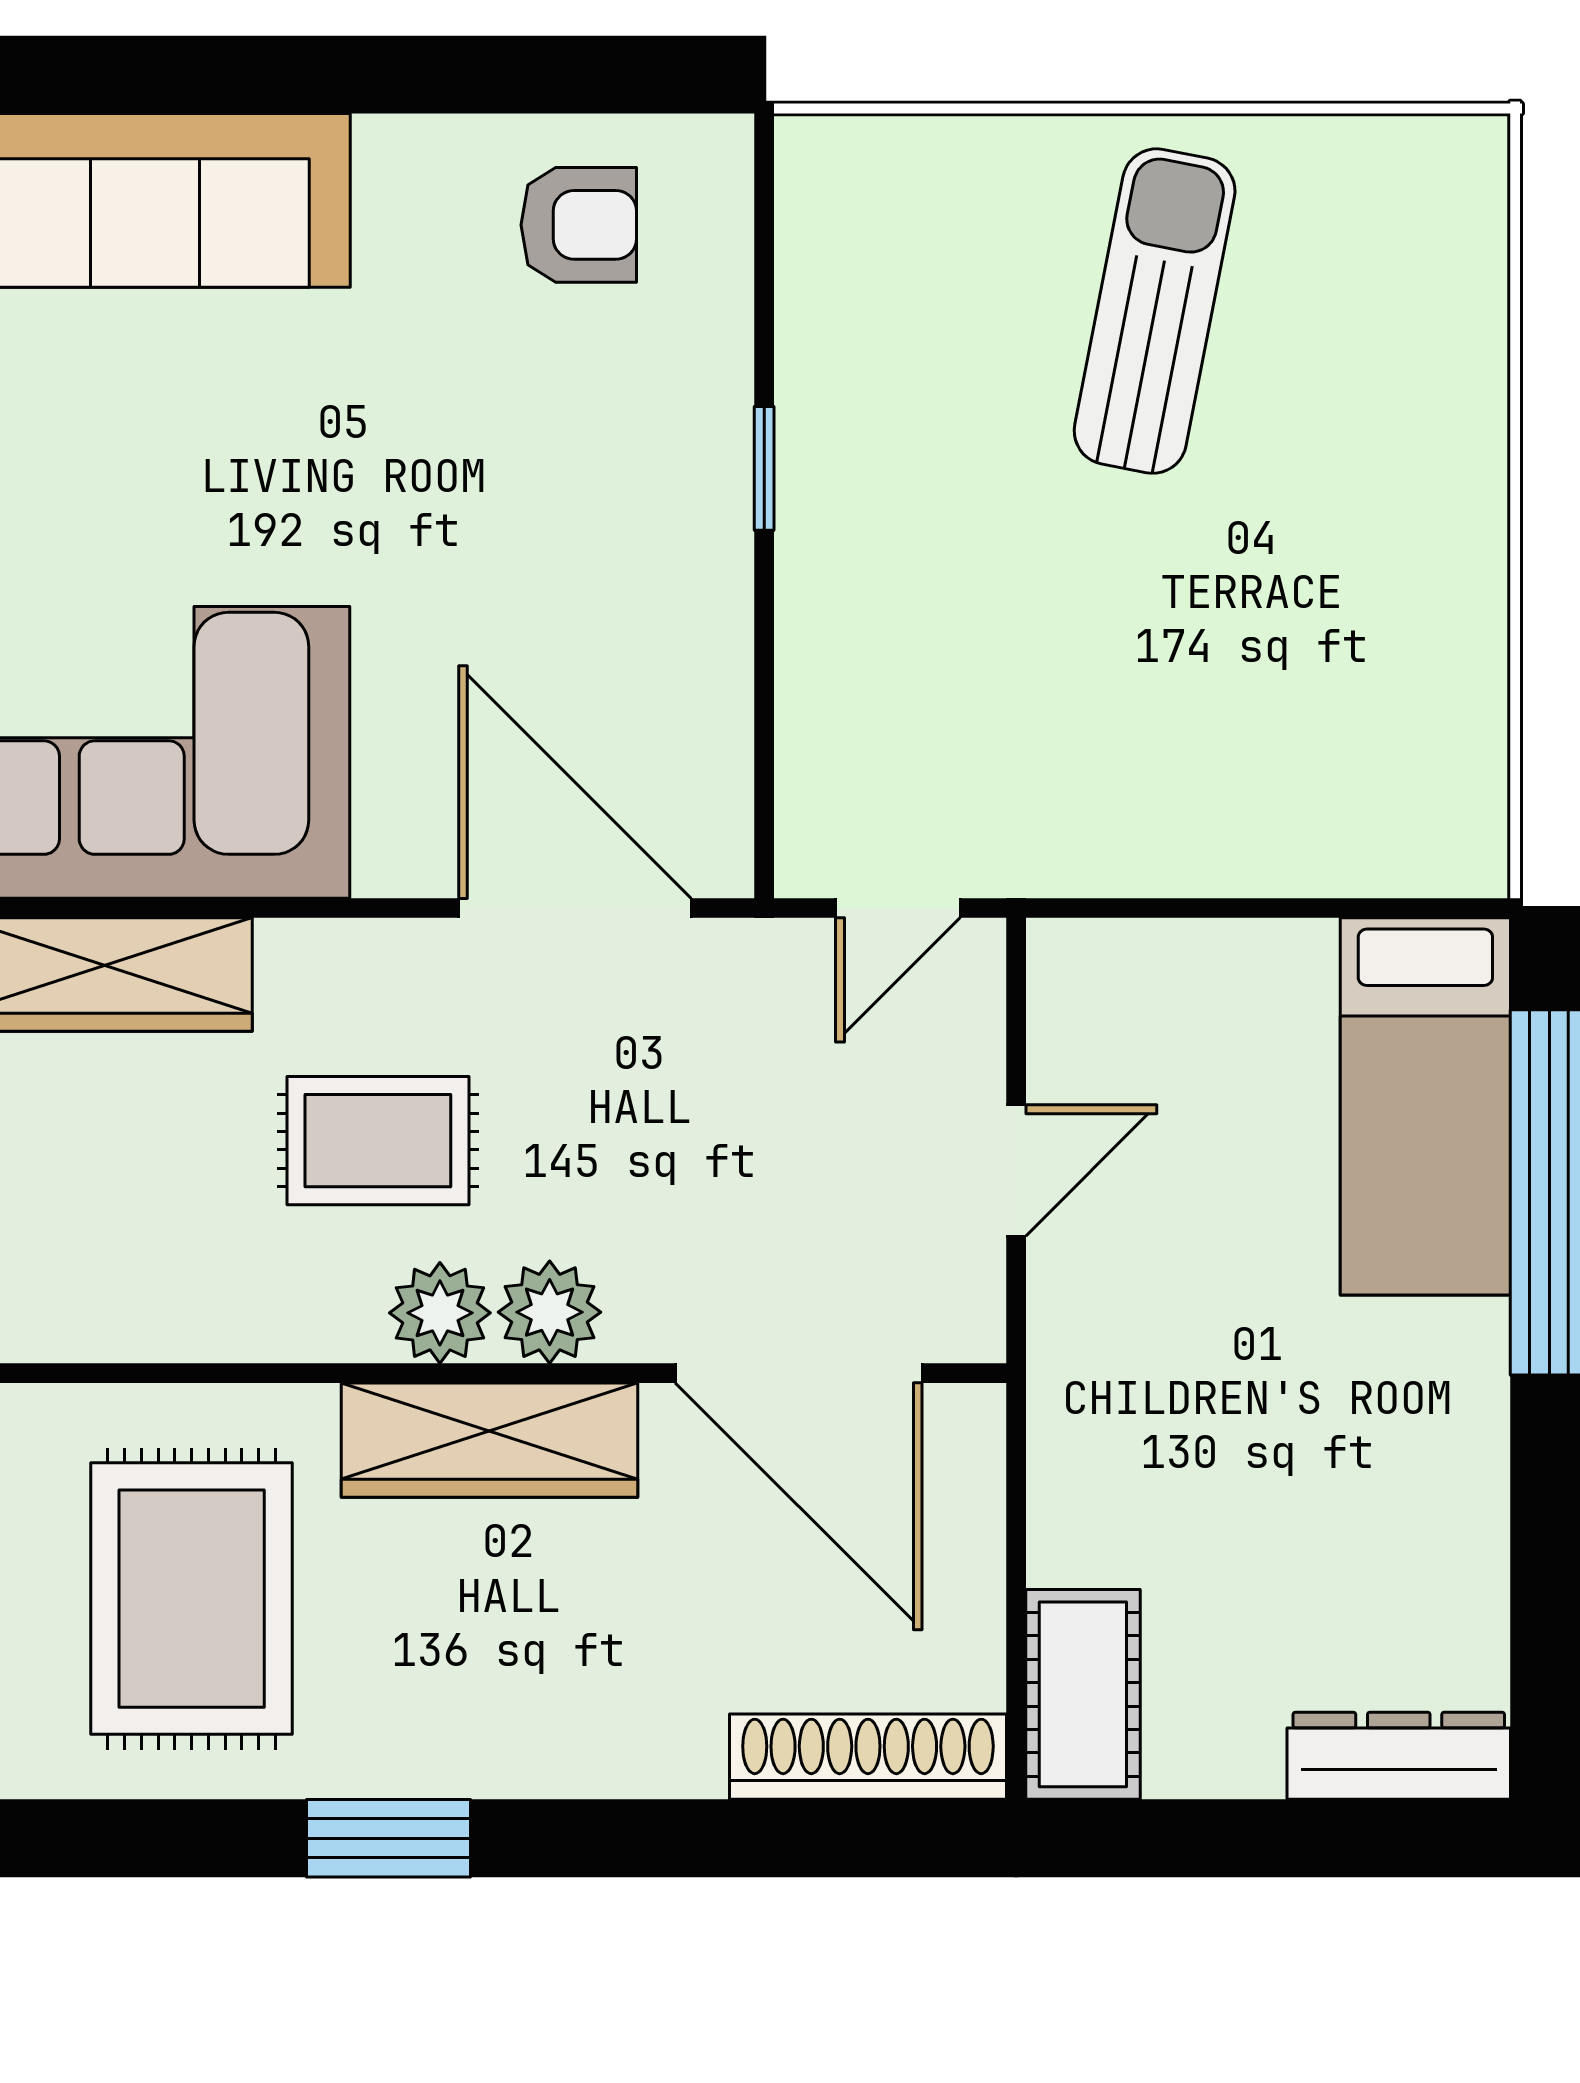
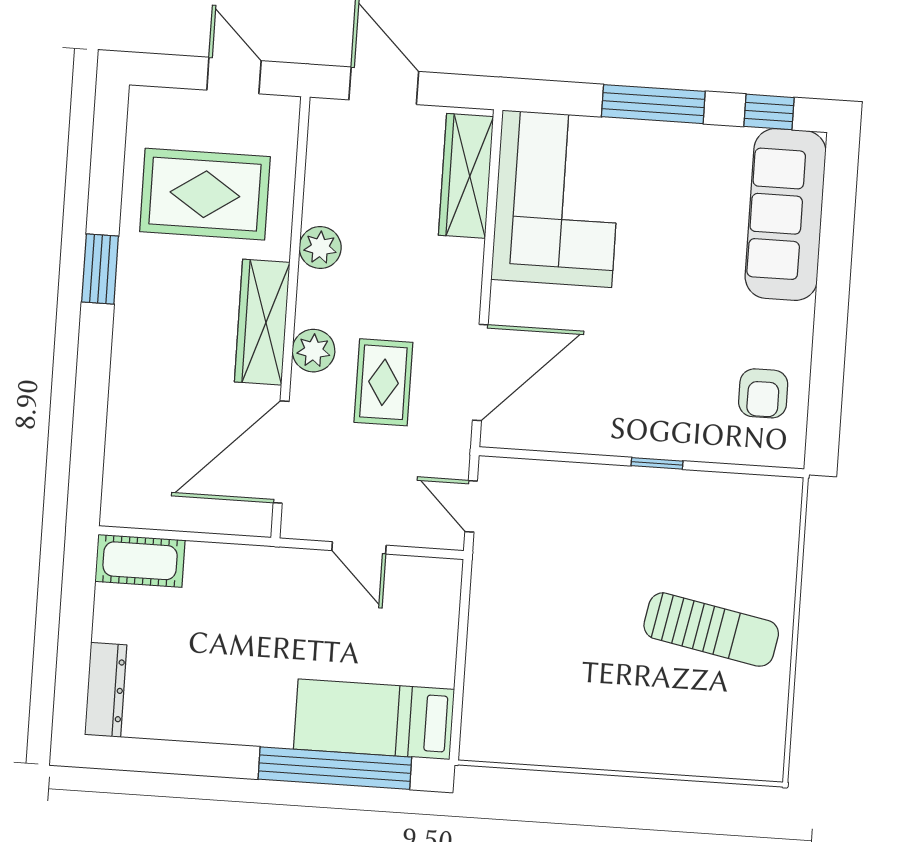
rug: (378, 1141) -> (383, 382), moved
plant: (440, 1313) -> (320, 248), moved
shoe rack: (868, 1757) -> (120, 470), removed

